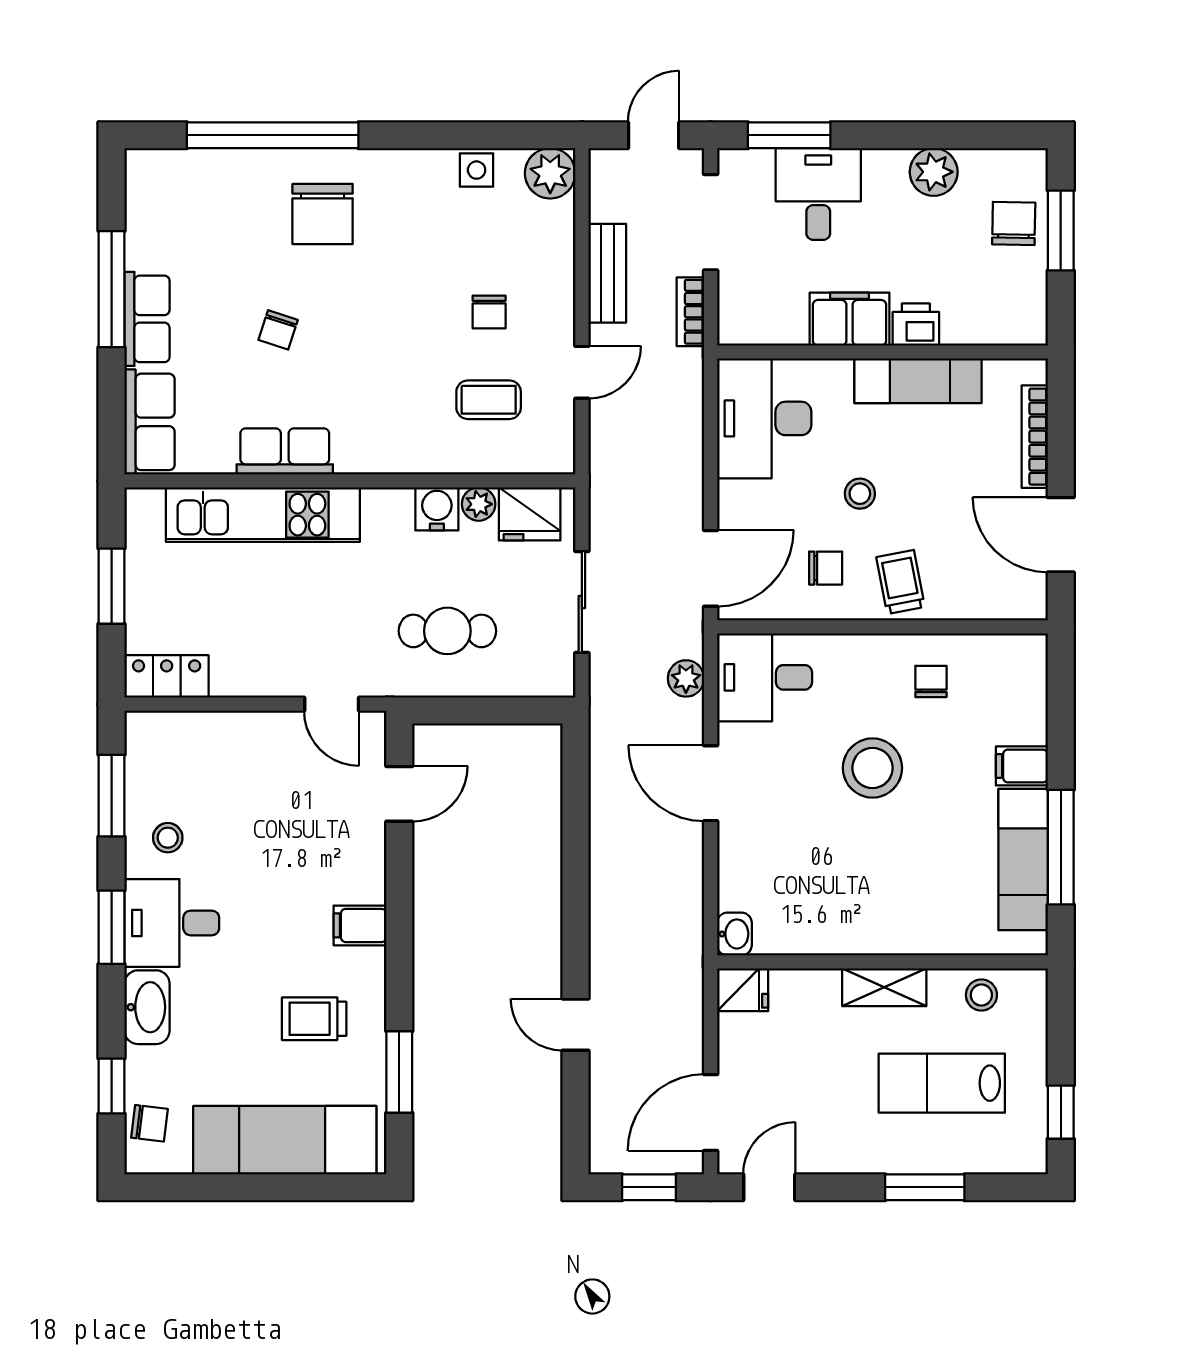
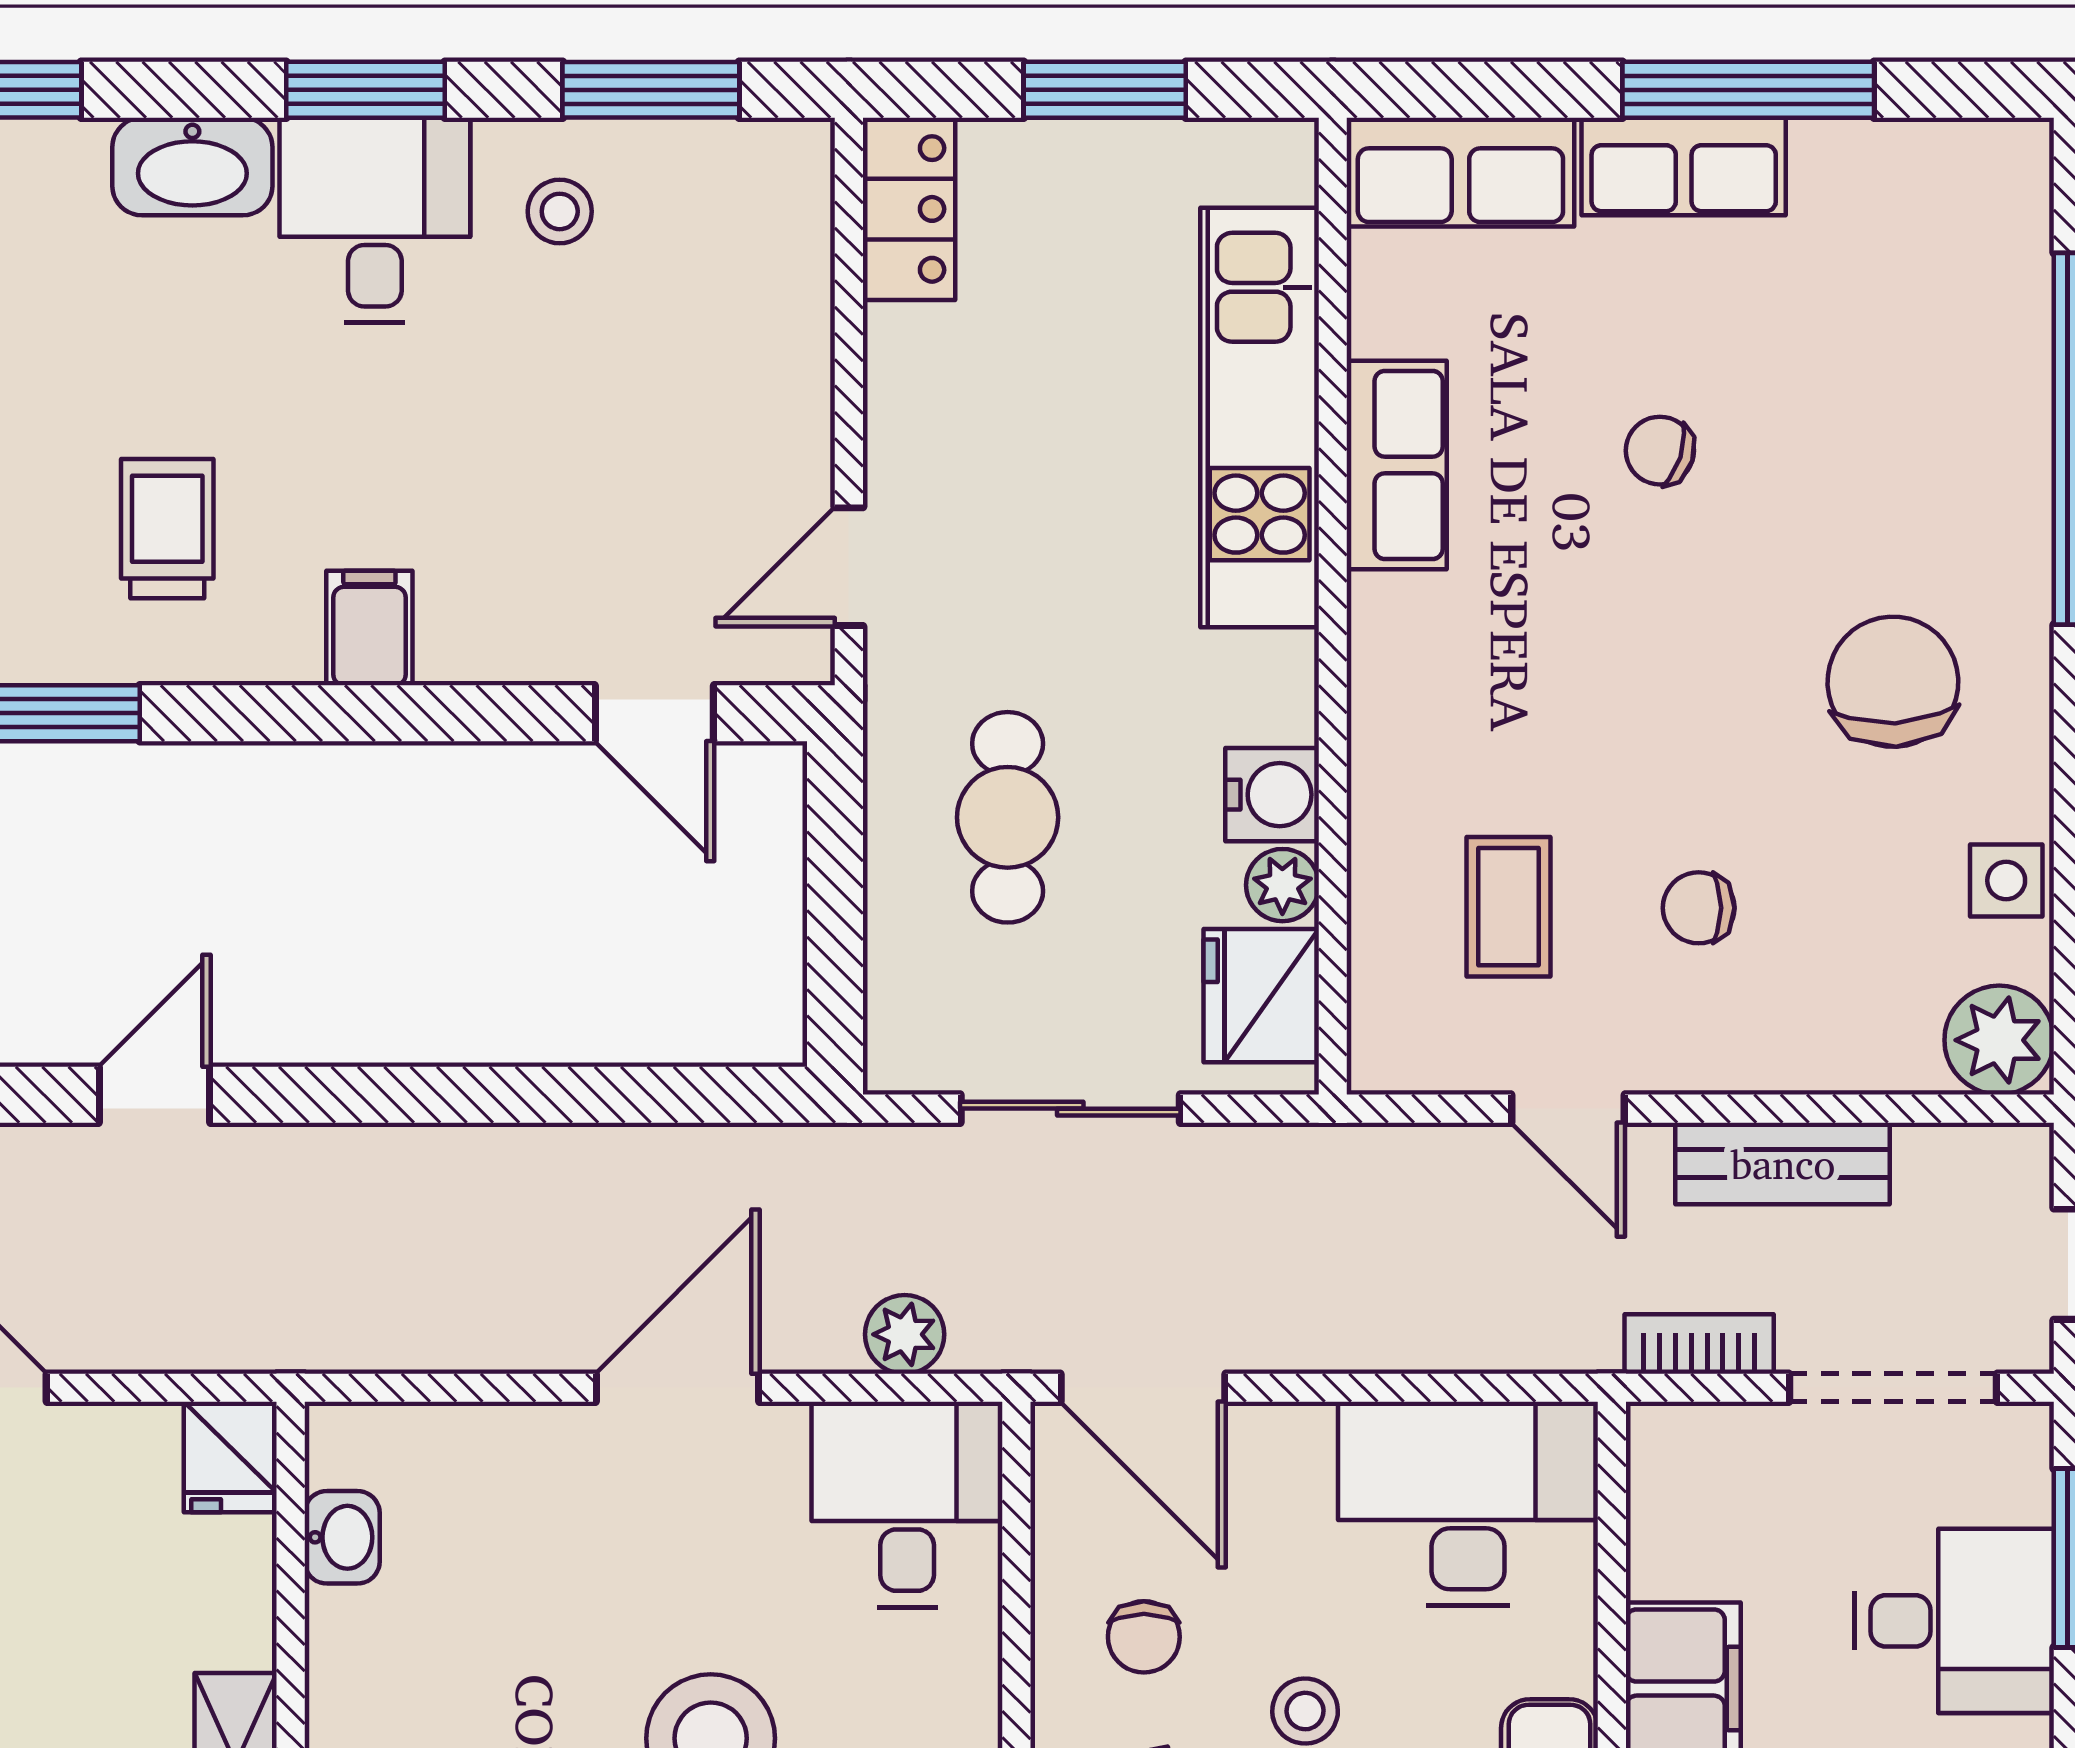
chair: (323, 214) -> (1893, 682), moved, turned 87
washbasin: (734, 934) -> (342, 1537), moved, turned -90

